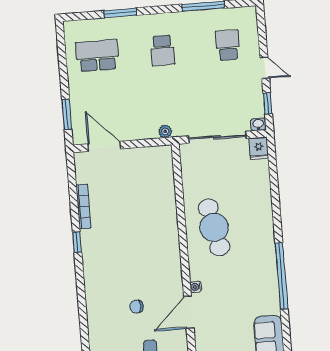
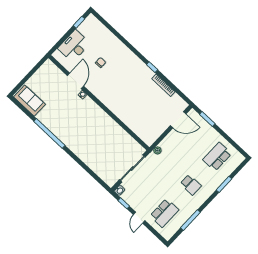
school desk: (228, 45) -> (164, 213), width x1.85
school desk: (162, 50) -> (191, 185), turned 180
school desk: (97, 56) -> (217, 157), turned 180
door: (265, 68) -> (139, 218), hinge flipped
fridge: (259, 148) -> (110, 180), removed
cafe table: (214, 227) -> (98, 128), removed

